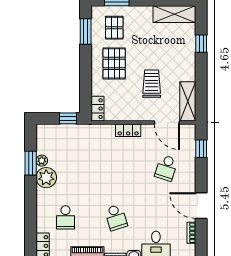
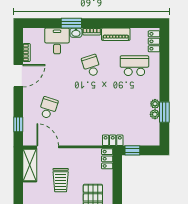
locker: (128, 130) -> (113, 140), moved
plant: (46, 178) -> (155, 104), width x0.53, depth x0.53
door: (201, 206) -> (18, 76), hinge flipped
school desk: (65, 217) -> (134, 66), width x1.85

